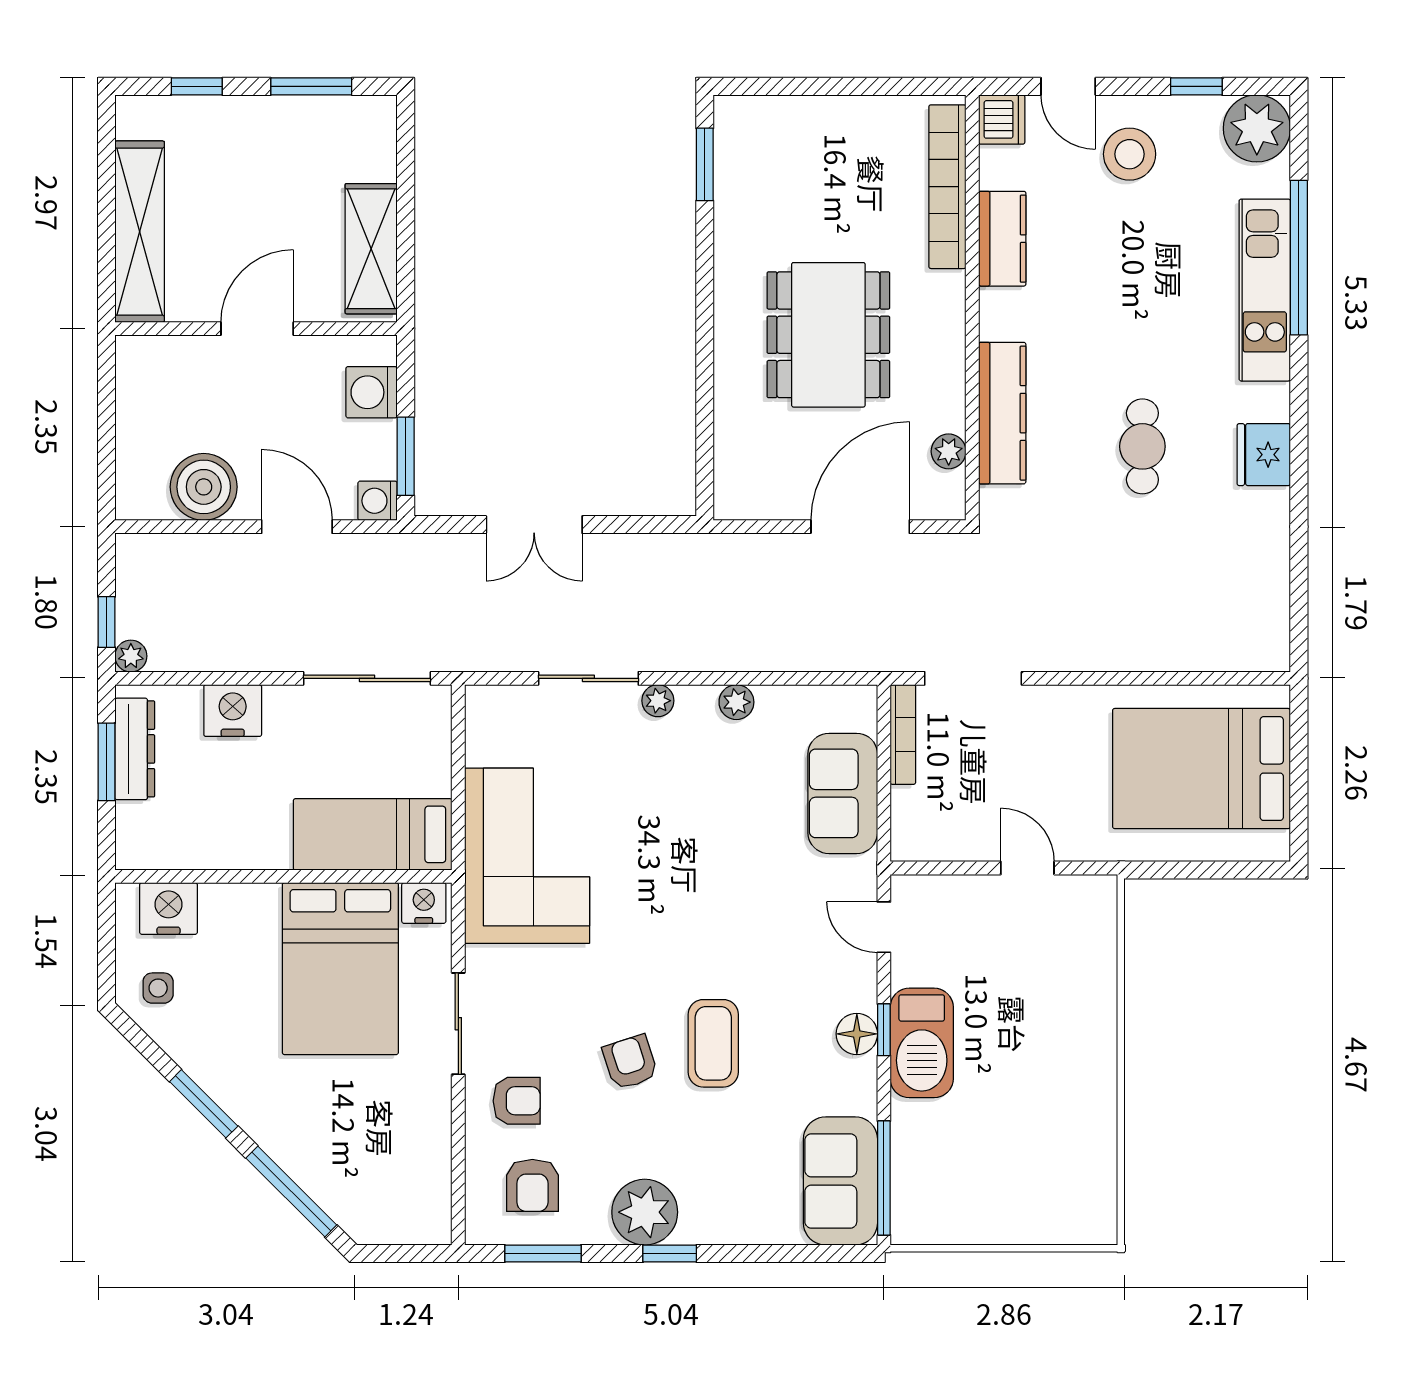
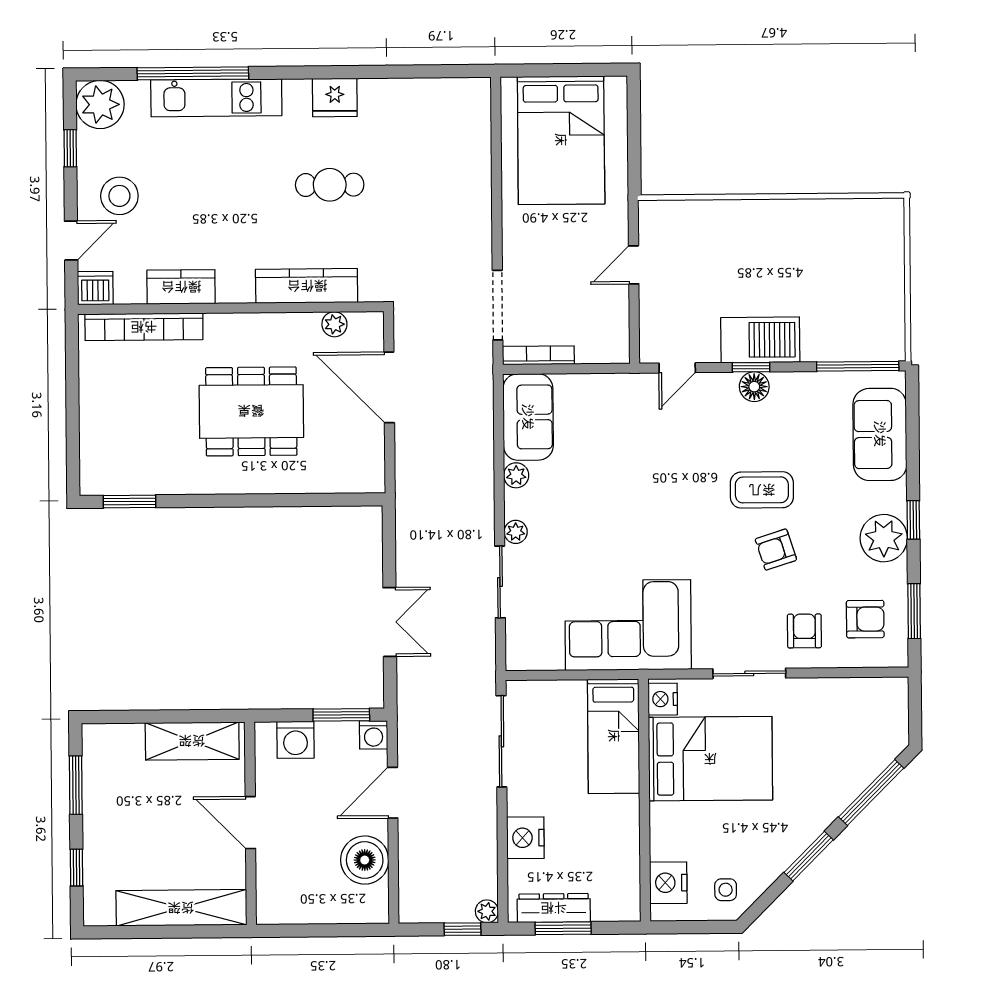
sofa: (843, 793) -> (528, 417), moved, turned -90
sofa: (840, 1181) -> (880, 434), moved, turned 90

